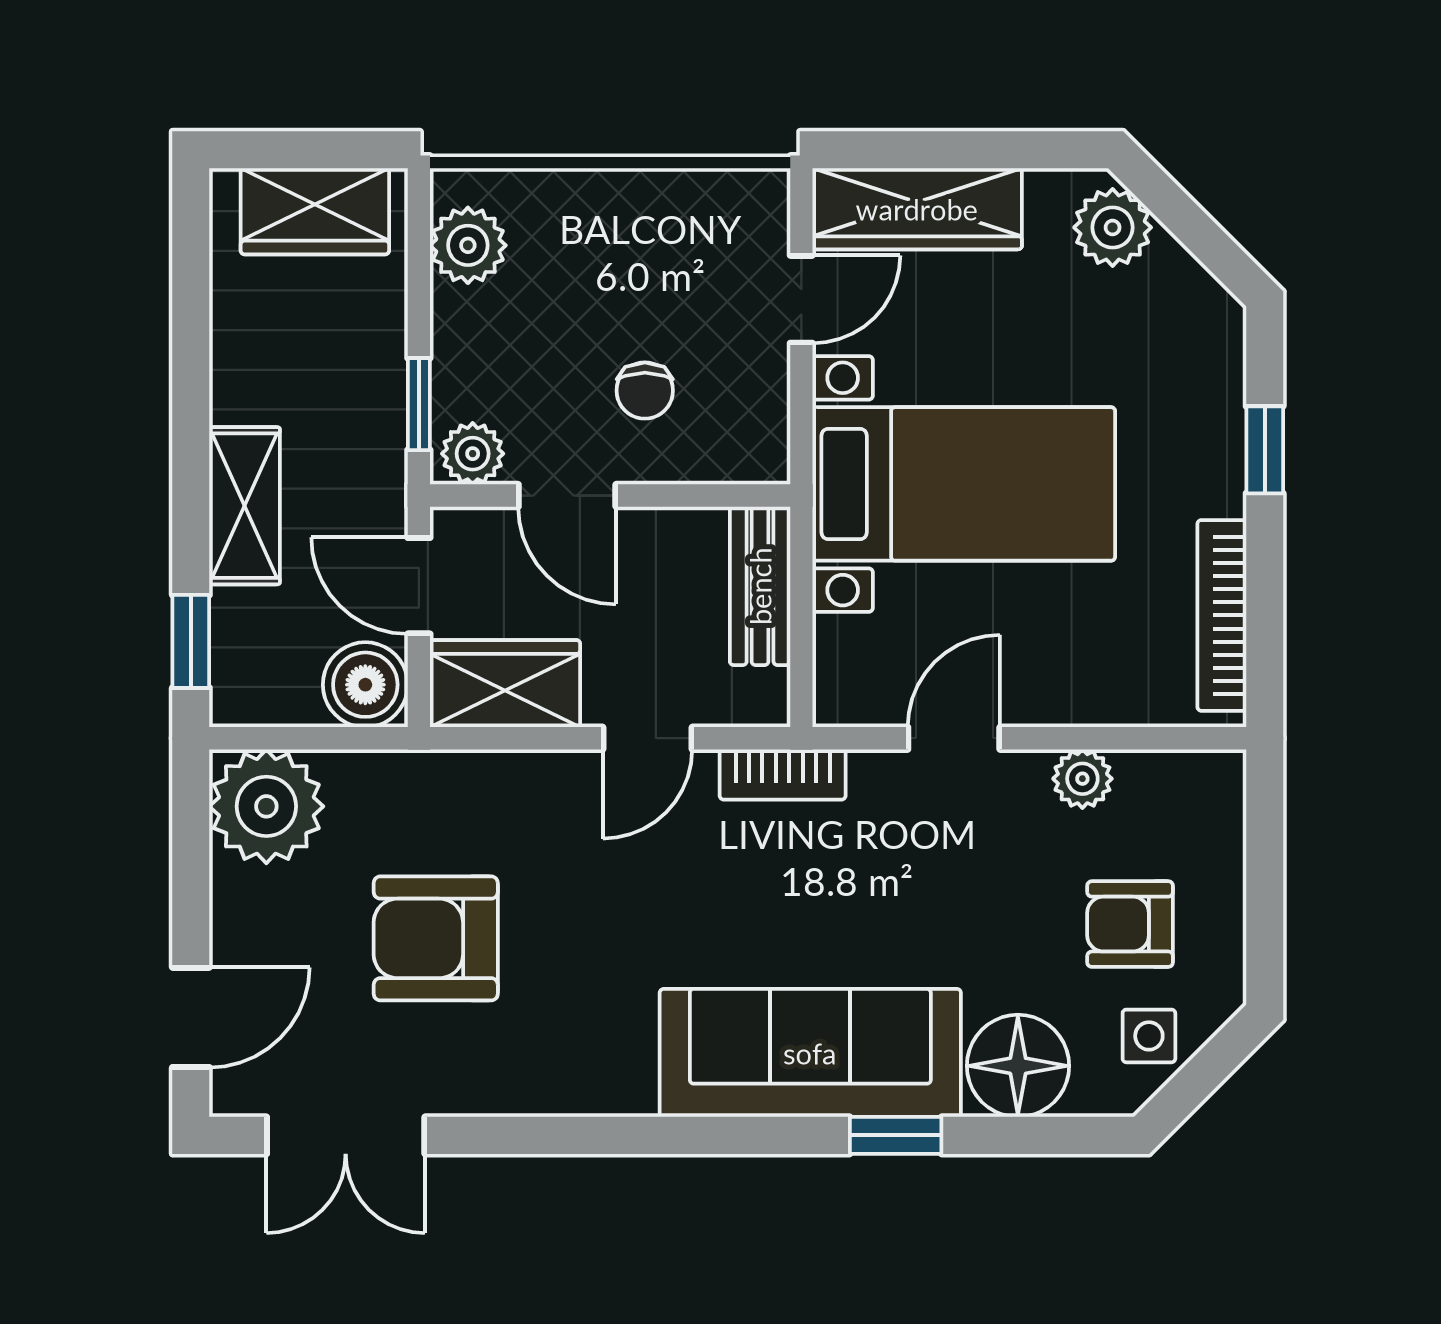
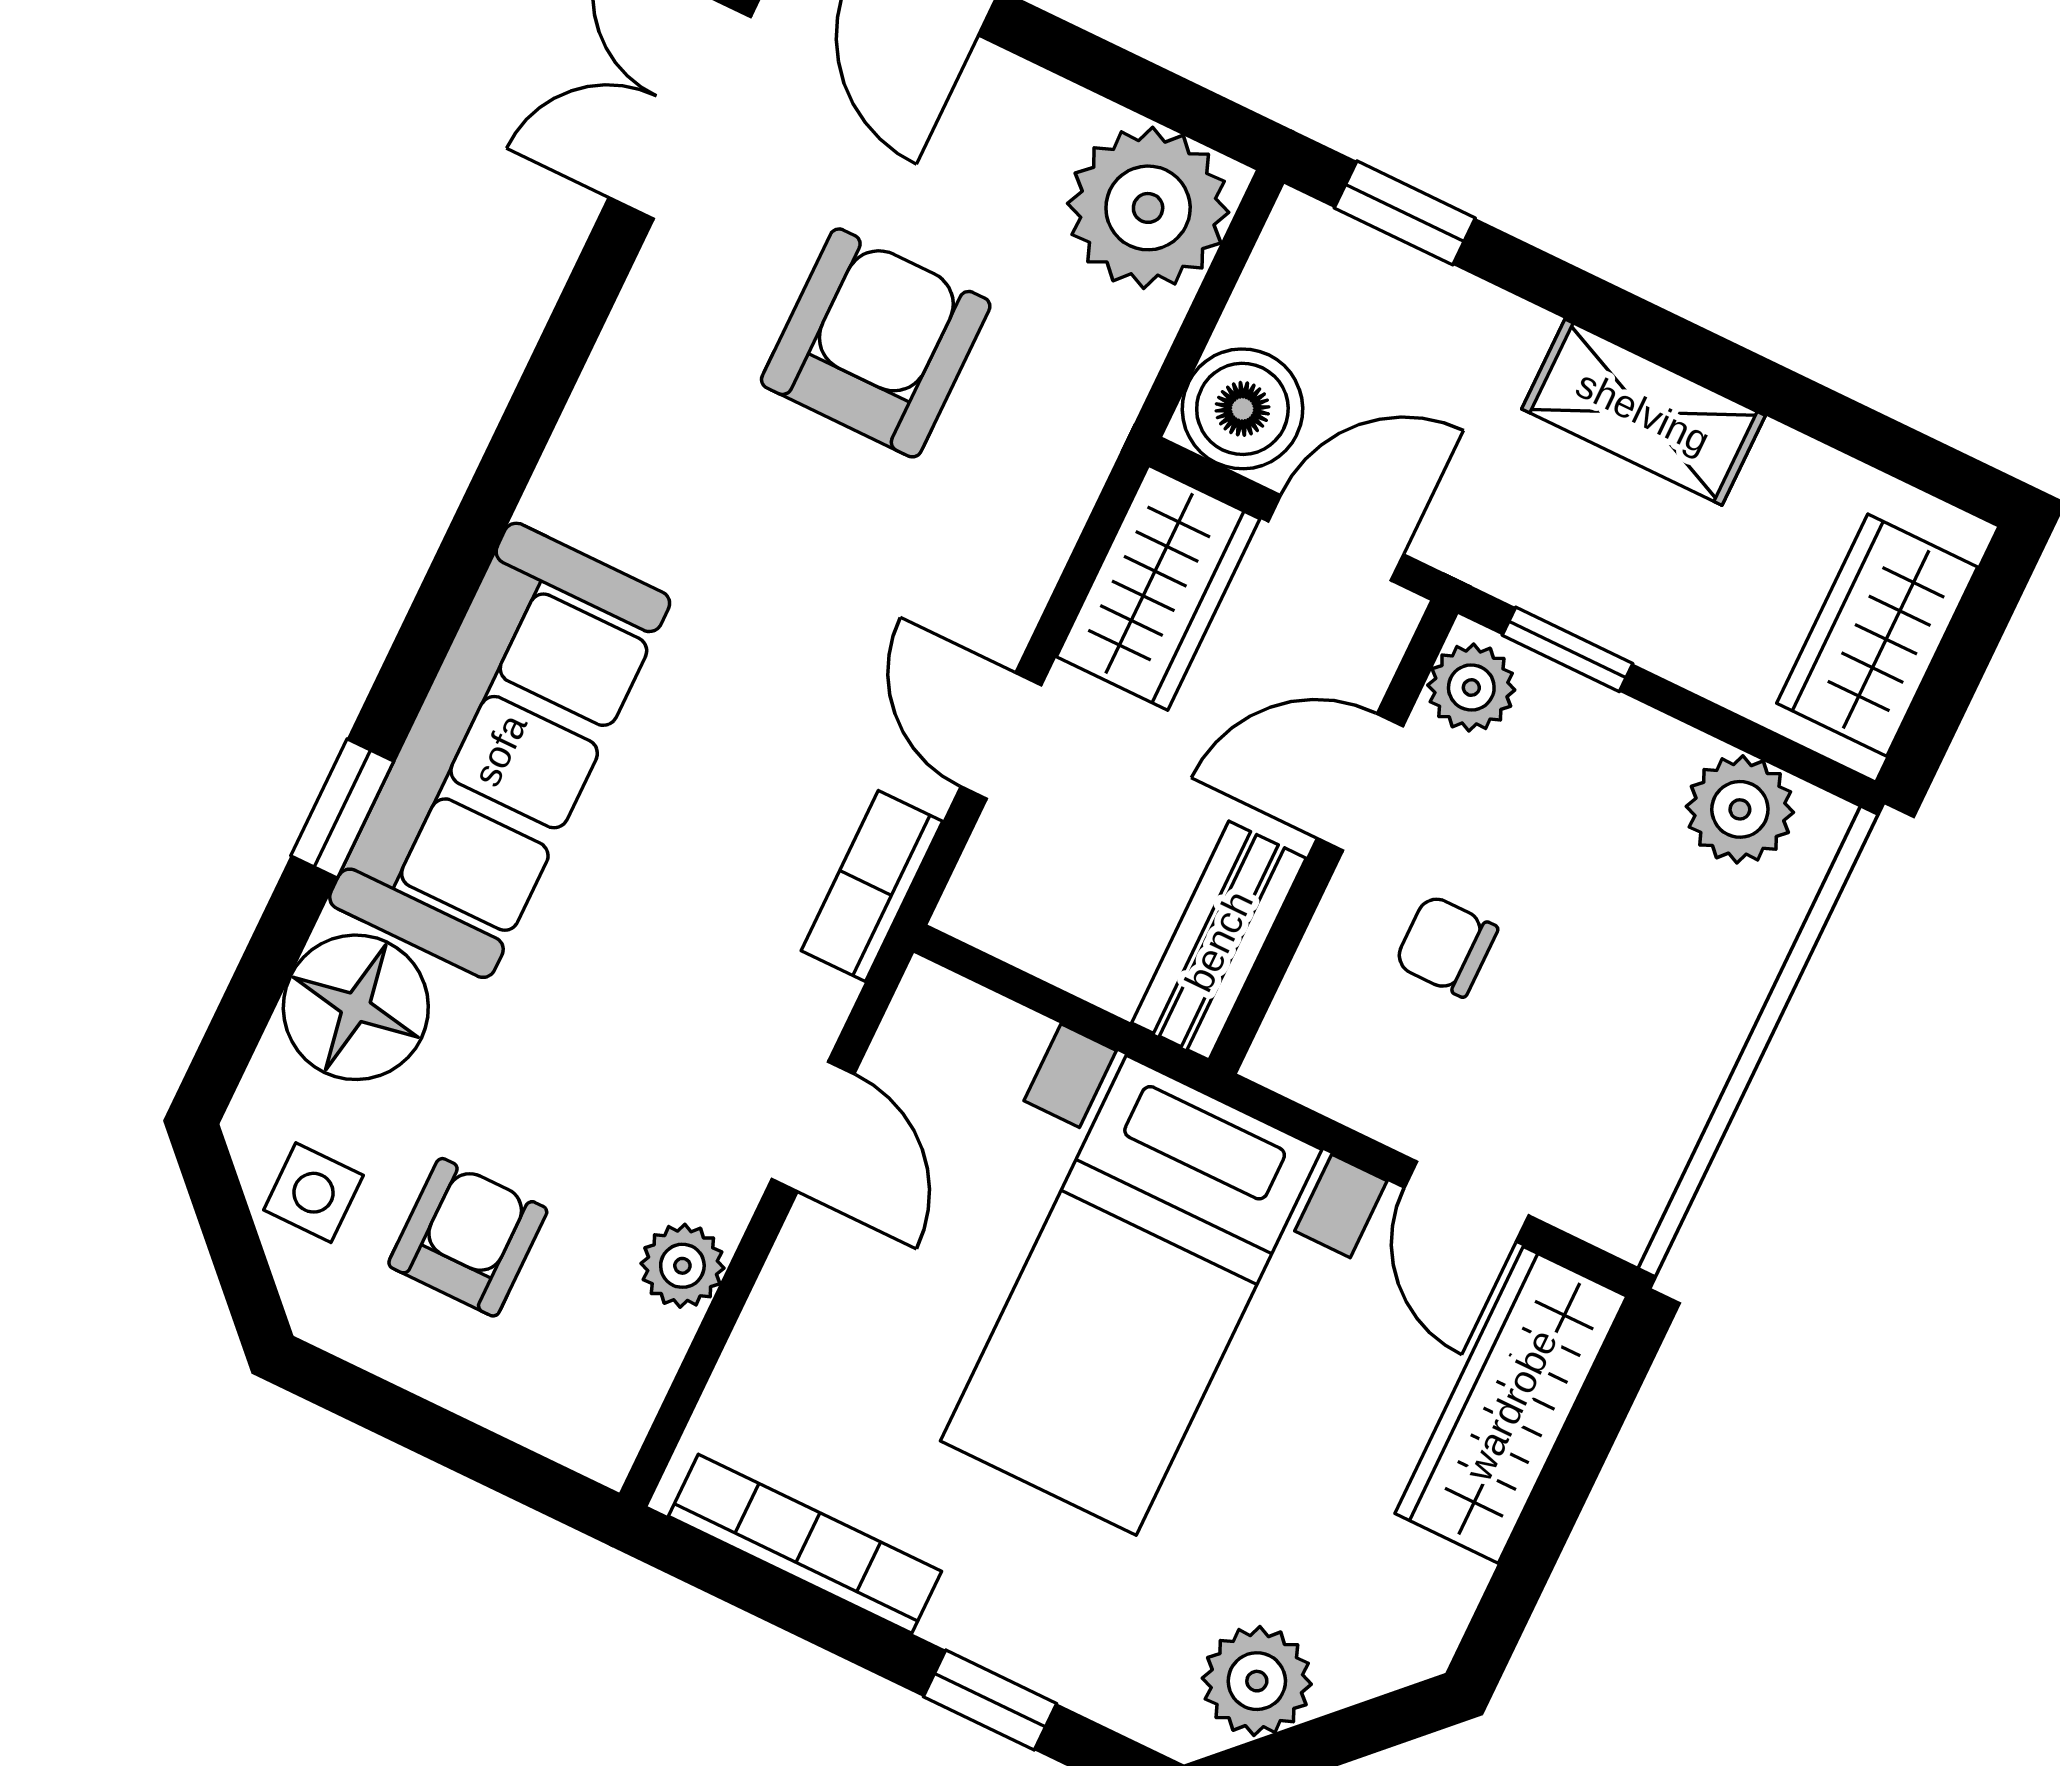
plant: (1113, 227) -> (1257, 1681), moved
shelving: (245, 506) -> (1643, 412), moved
bench: (760, 586) -> (1219, 941), moved, turned 90

